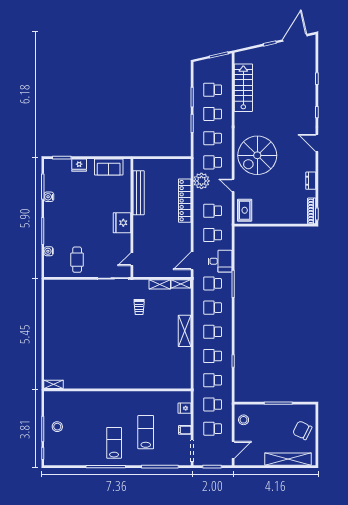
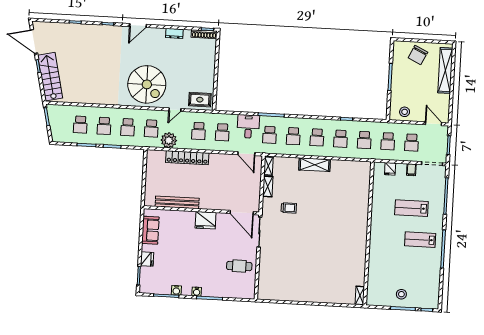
stairs: (243, 88) -> (50, 77), moved, turned 77
water cooler: (49, 251) -> (197, 292), moved
door: (132, 259) -> (242, 213), width x1.87

